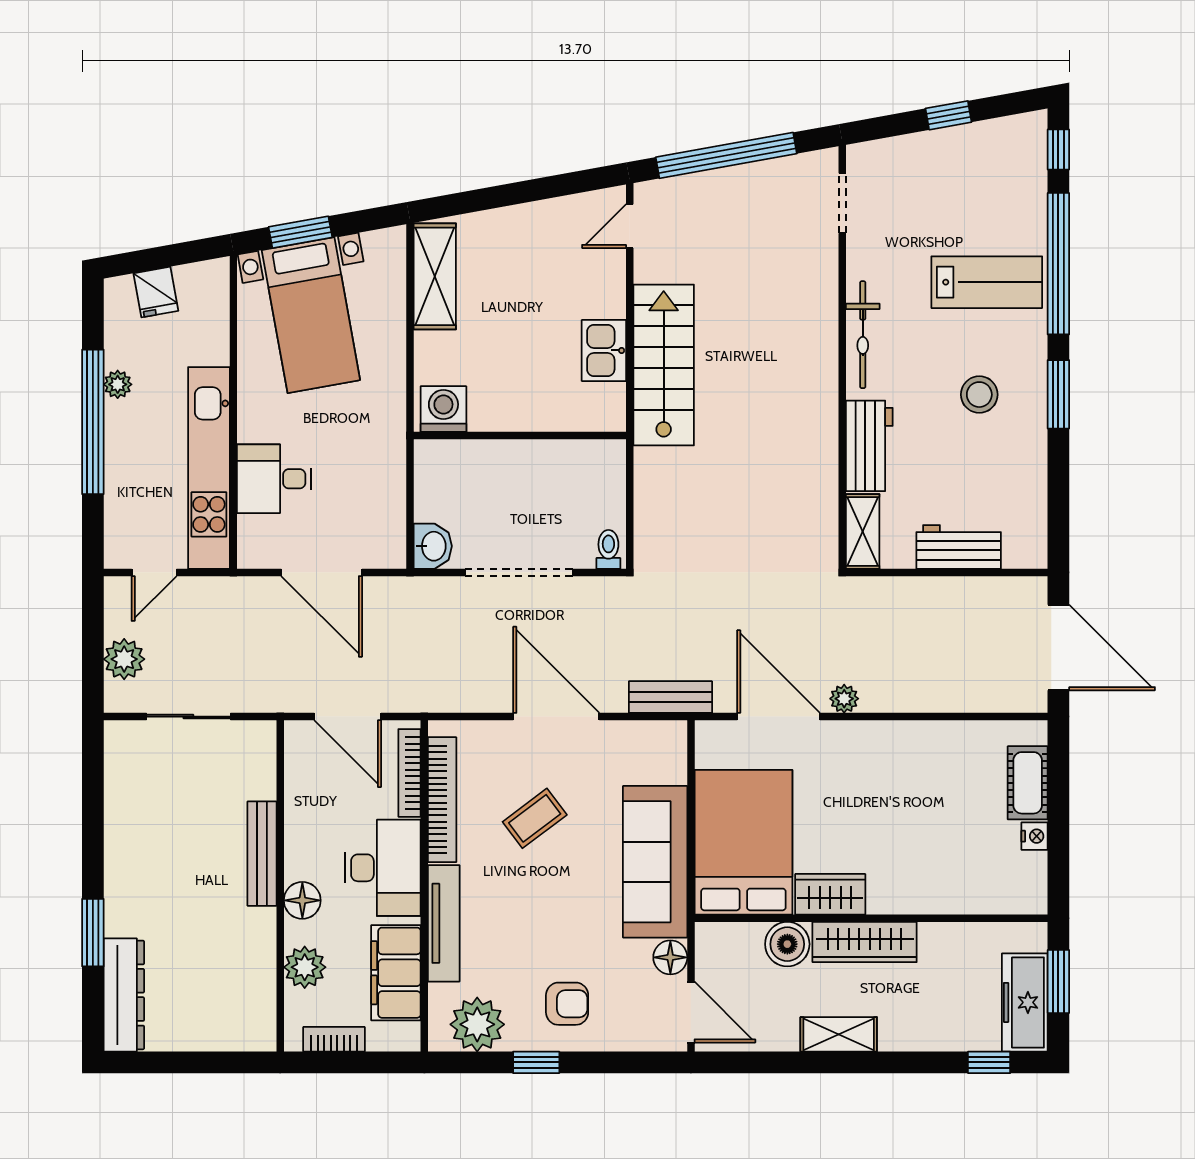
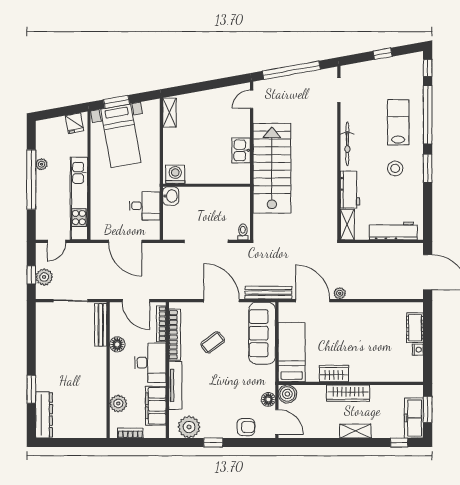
shelving: (435, 276) -> (169, 113), width x0.67, depth x0.75
lab bench: (987, 282) -> (398, 122), turned -90
fridge: (156, 292) -> (74, 123), moved
stairs: (664, 365) -> (272, 168), width x1.36, depth x1.51
desk: (274, 479) -> (145, 206), moved, turned 180
washbasin: (433, 546) -> (171, 196), moved
workbench: (959, 547) -> (393, 231), width x1.38
window: (93, 654) -> (31, 275), added
bench: (670, 697) -> (268, 293), width x1.36
bed: (743, 842) -> (292, 352), width x0.67
bench: (262, 854) -> (101, 325), moved
sofa: (655, 862) -> (262, 333), moved
floor lamp: (302, 900) -> (117, 344), moved
boiler: (787, 944) -> (287, 394), moved
armchair: (567, 1004) -> (246, 427), moved
shelving: (839, 1034) -> (355, 431), moved

